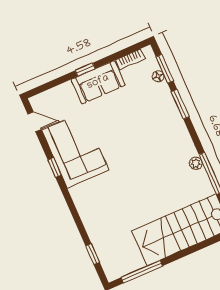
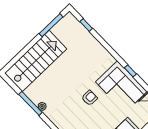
armchair: (125, 151) -> (89, 98), added

